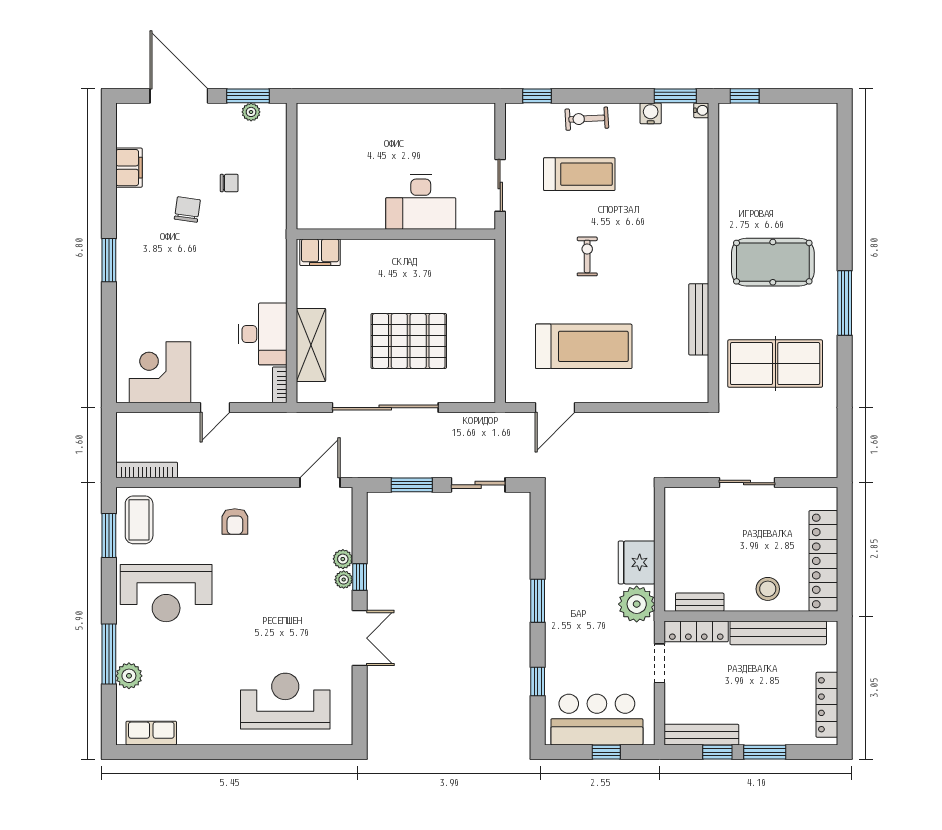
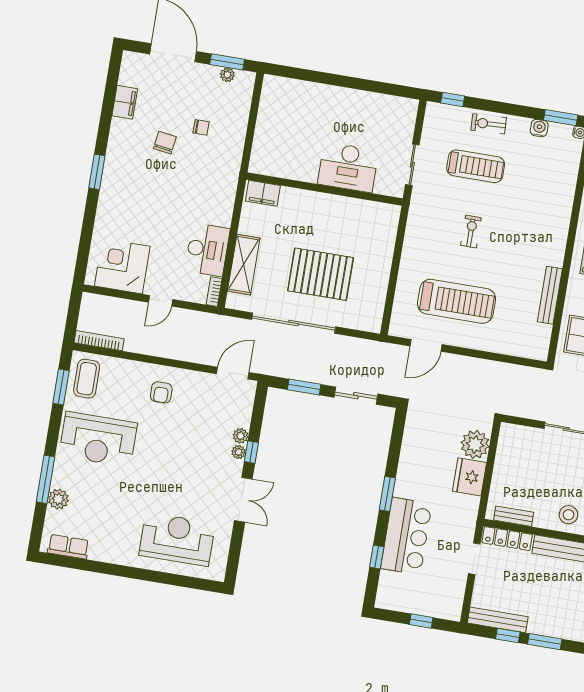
plant: (637, 604) -> (475, 444), moved
bar counter: (597, 720) -> (406, 536), moved, turned 90

